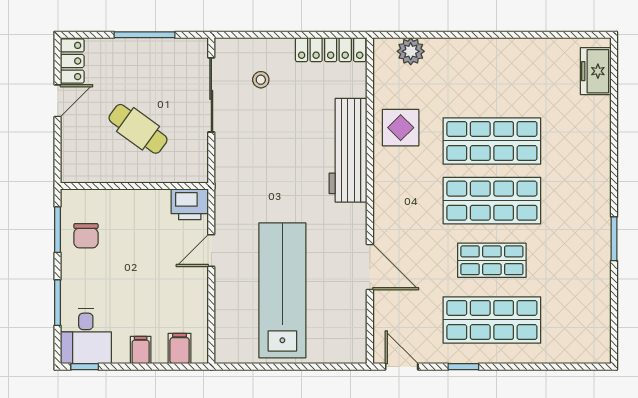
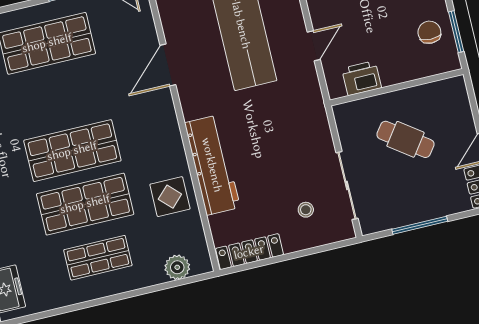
printer: (190, 204) -> (362, 78), moved
shop shelf: (492, 260) -> (98, 258), moved
door: (370, 267) -> (168, 65), hinge flipped

